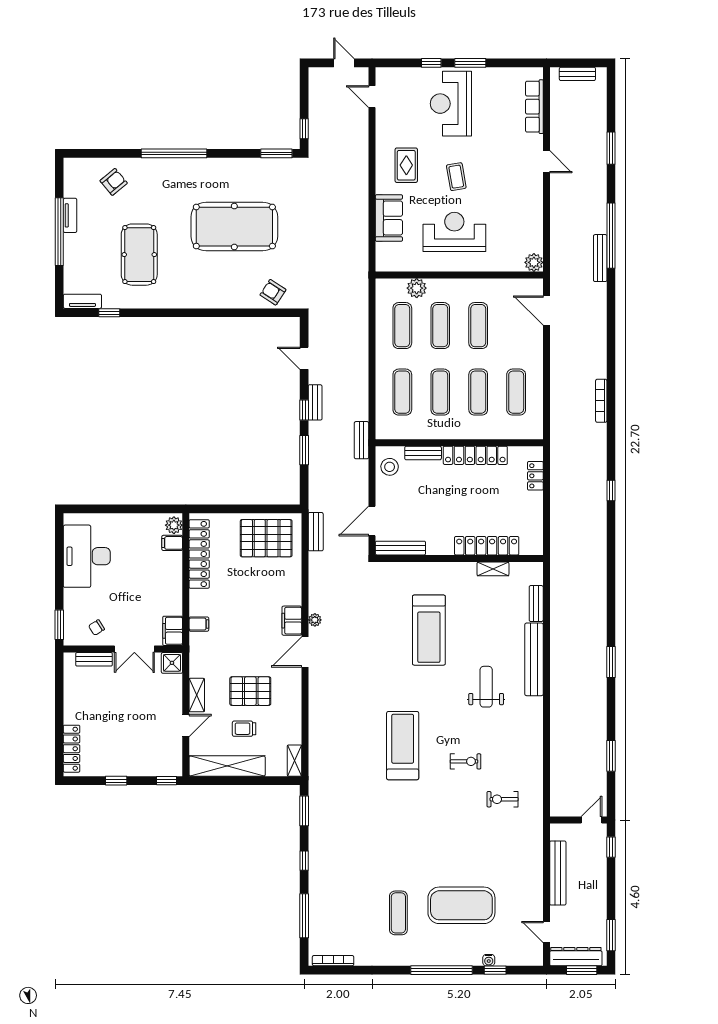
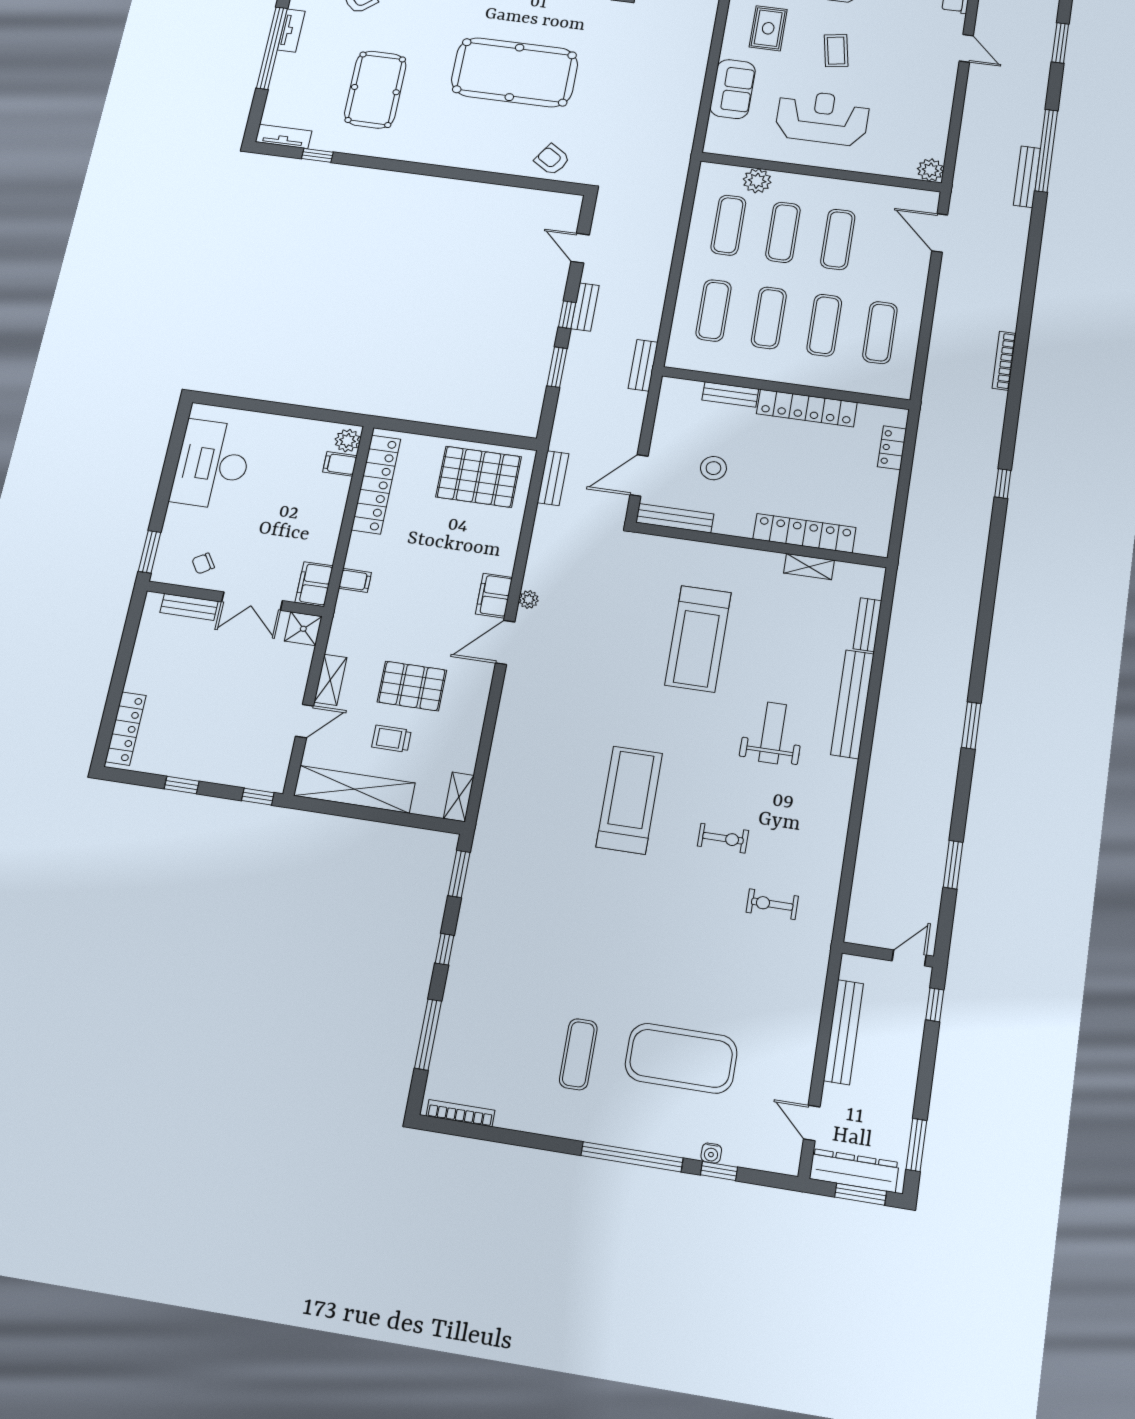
stool: (390, 467) -> (713, 468), moved

